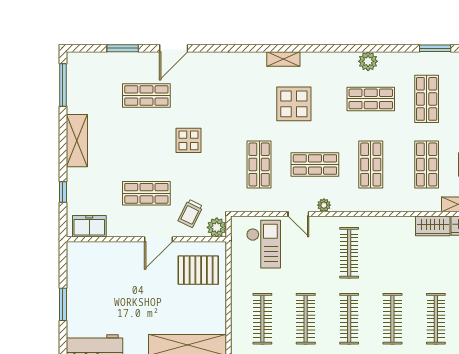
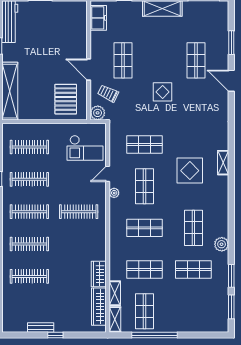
plant: (368, 61) -> (222, 244), moved

